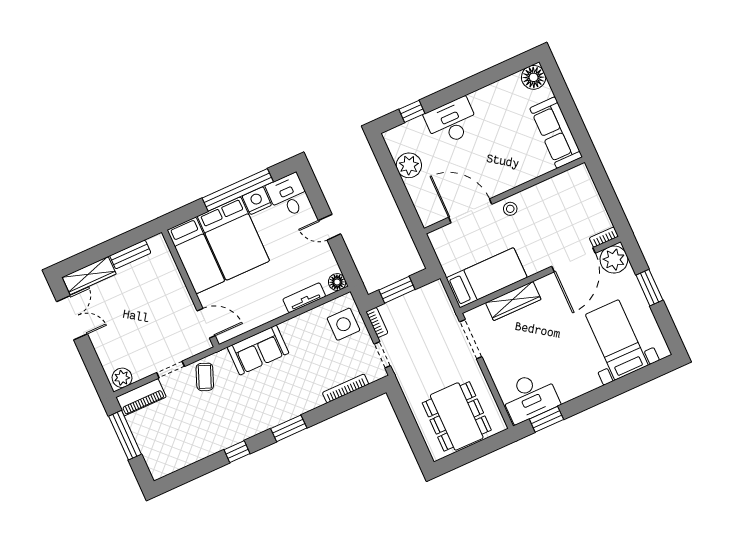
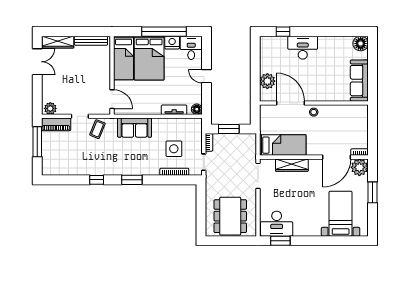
plant: (409, 165) -> (267, 81), moved
bench: (130, 254) -> (91, 41), width x1.36
side table: (343, 324) -> (174, 149), moved

